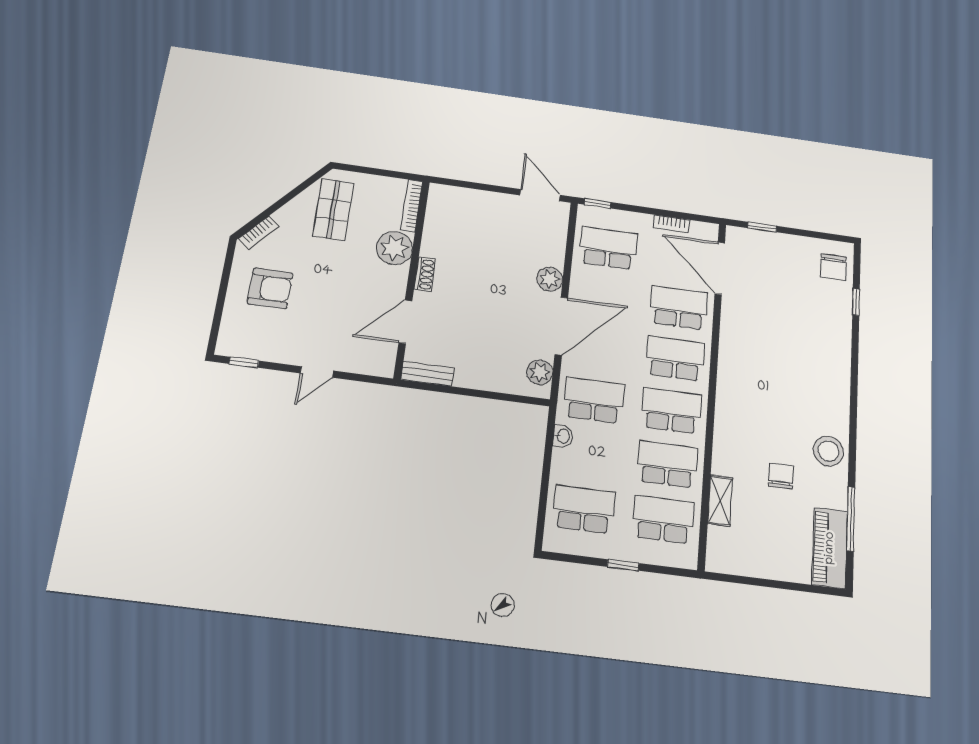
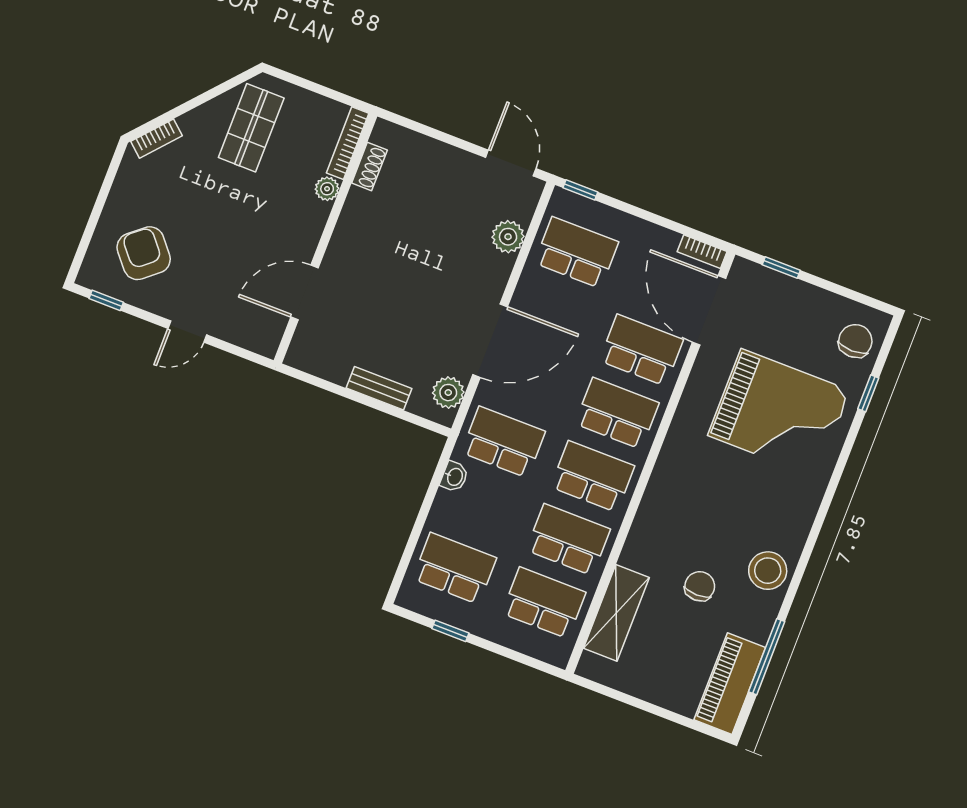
bookcase: (671, 224) -> (702, 252), moved
plant: (394, 248) -> (327, 189), width x0.53, depth x0.53
chair: (833, 267) -> (855, 341), turned 180
shoe rack: (425, 274) -> (369, 167), moved
plant: (550, 279) -> (508, 237), moved
armchair: (270, 288) -> (144, 253), moved, turned -130
grand piano: (796, 331) -> (779, 413), added
bench: (427, 374) -> (379, 388), moved
shelving: (720, 500) -> (616, 613), width x1.50, depth x1.33
window: (623, 565) -> (450, 631), moved

